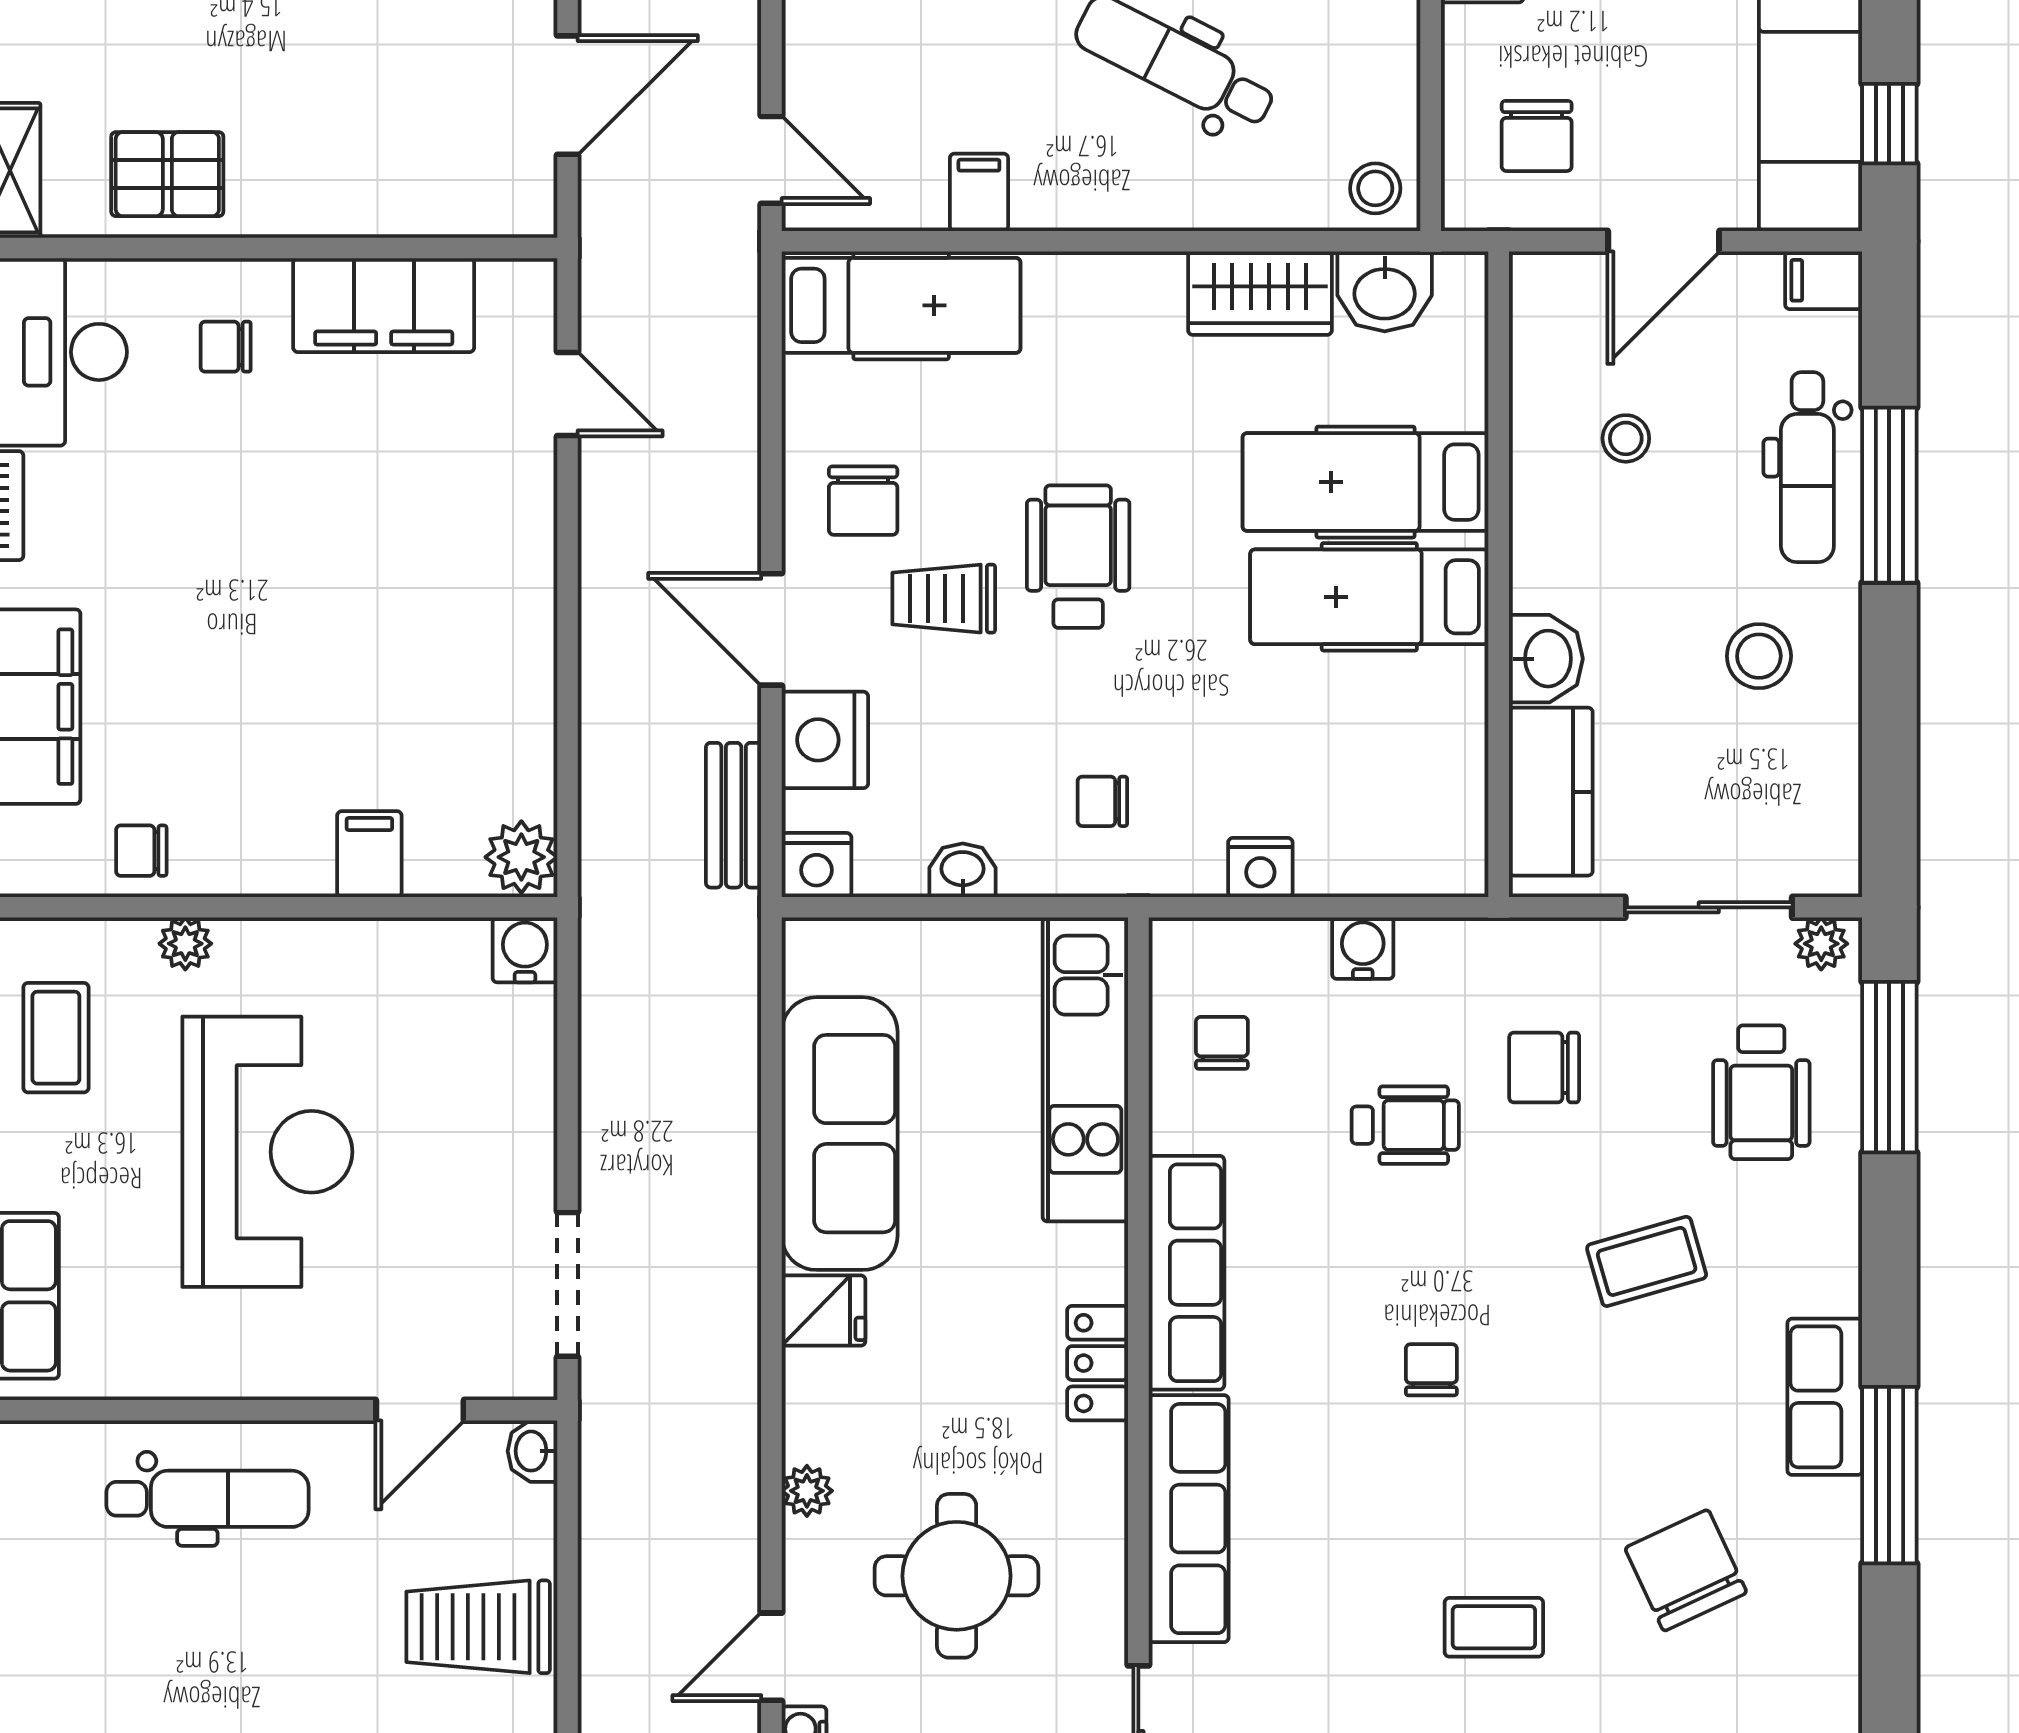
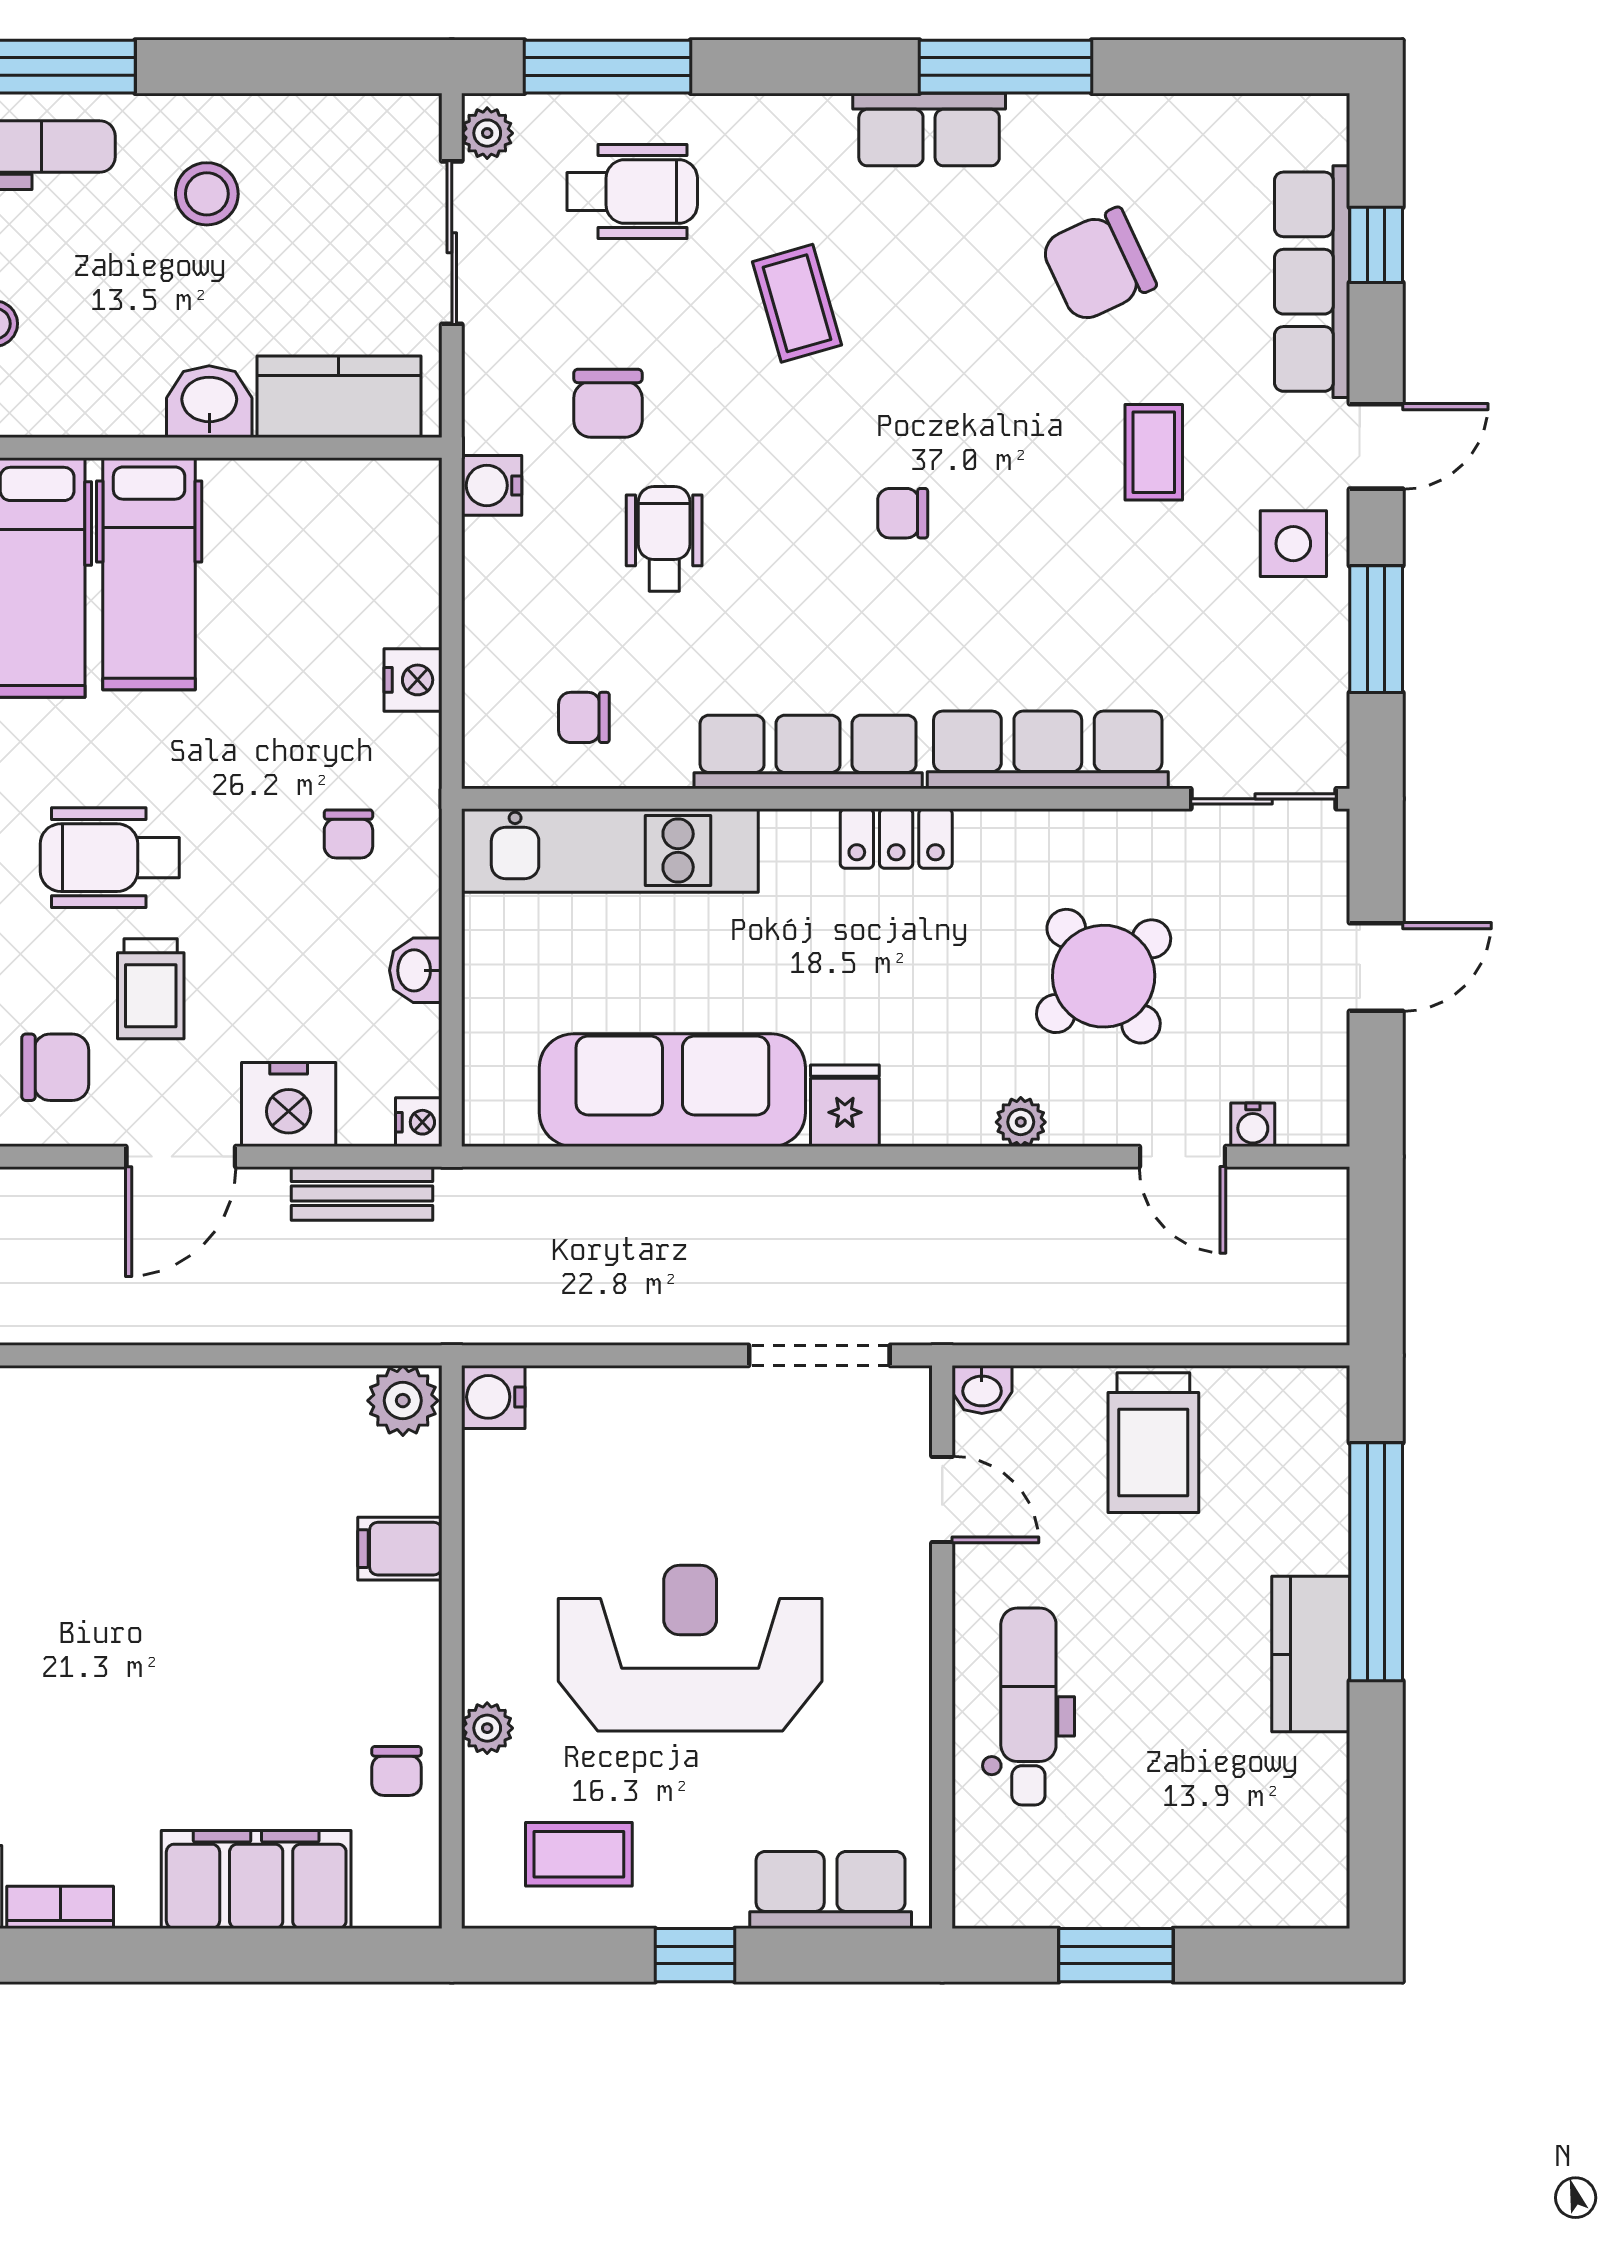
nightstand: (816, 865) -> (419, 1122), width x0.72, depth x0.74
water cooler: (1363, 948) -> (492, 485), moved
round table: (957, 1576) -> (1104, 976), turned -38

